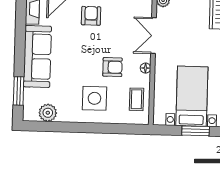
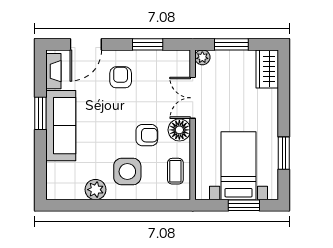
floor lamp: (145, 68) -> (179, 130), width x1.89, depth x1.89
window: (19, 91) -> (40, 113), moved
plant: (48, 113) -> (96, 190), moved

